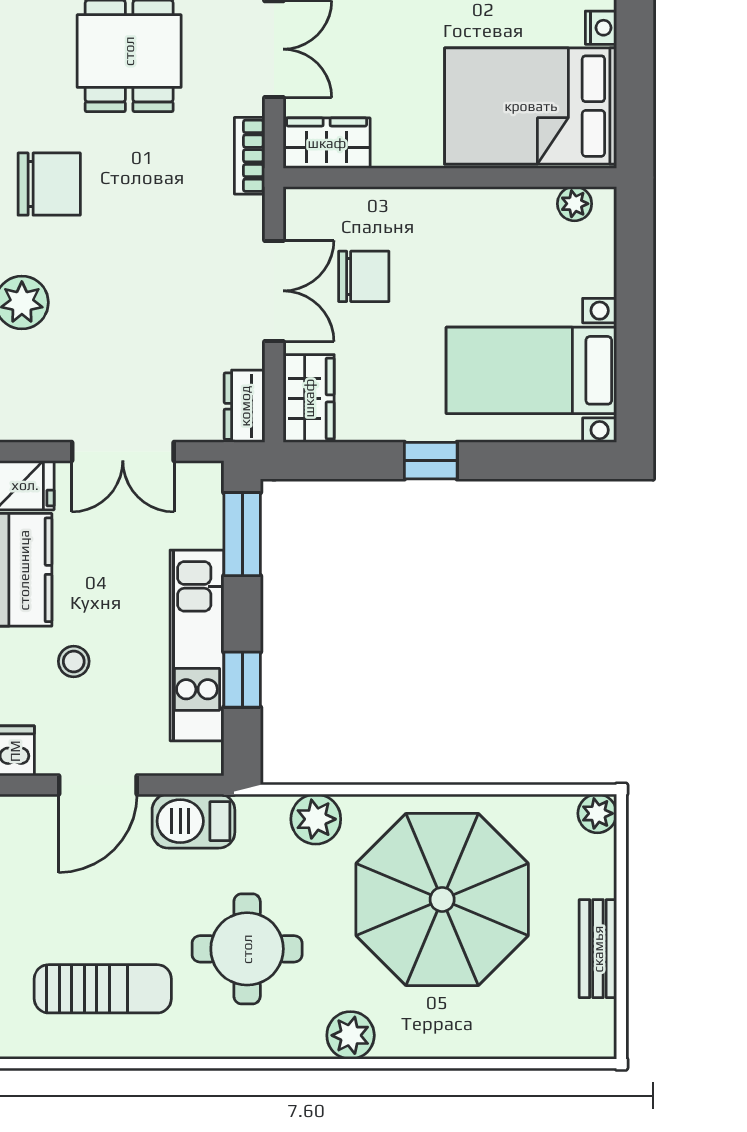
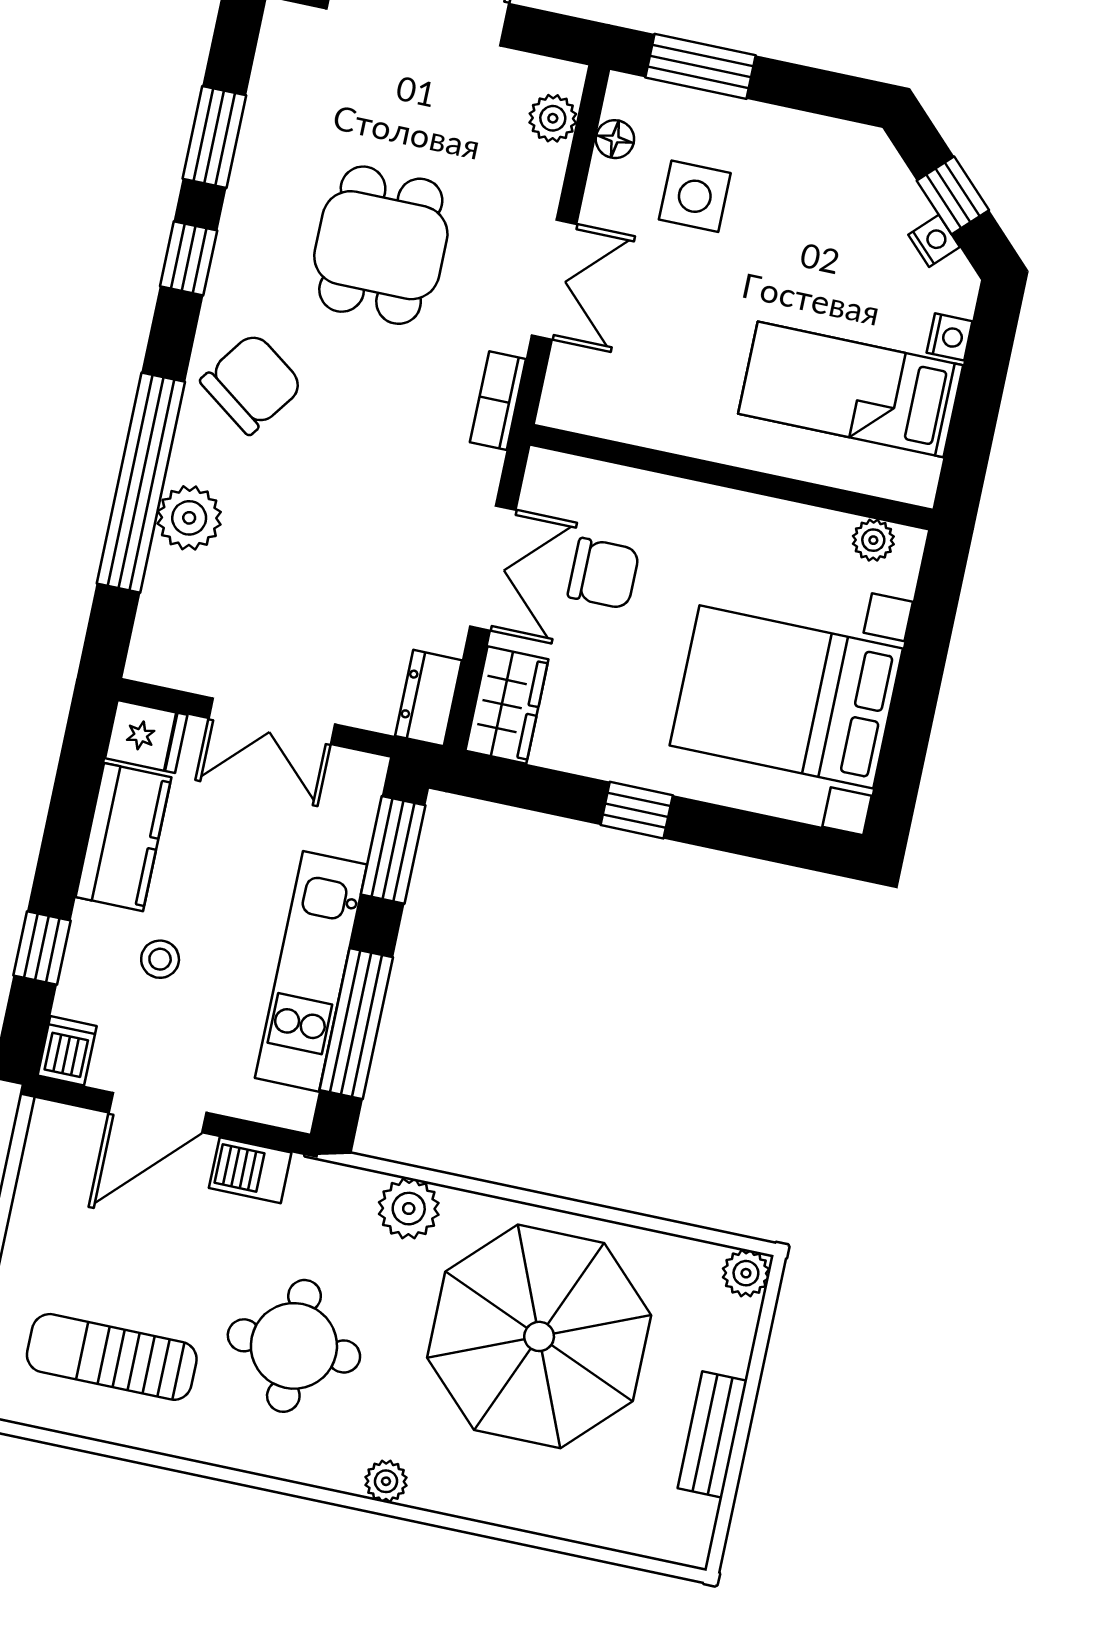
bed: (531, 106) -> (851, 389), width x0.67
wardrobe: (327, 143) -> (593, 405), removed
chair: (49, 184) -> (252, 384), turned -54
bed with nightstands: (531, 370) -> (786, 697), width x1.36
window: (242, 680) -> (356, 1024), width x2.17
barbecue: (193, 821) -> (250, 1170), width x0.73, depth x0.79
sun lounger: (103, 989) -> (112, 1357), turned 180
plant: (351, 1035) -> (386, 1481), width x0.73, depth x0.73

